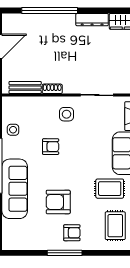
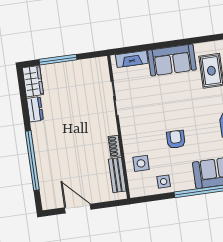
dresser: (92, 20) -> (35, 109), width x0.70
side table: (66, 114) -> (141, 163), moved

